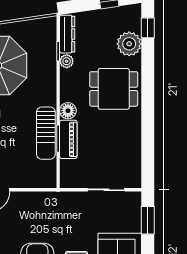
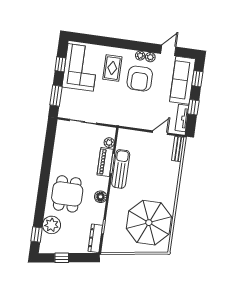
plant: (67, 61) -> (109, 143), moved
dining table: (114, 89) -> (67, 194), turned 90
floor lamp: (68, 111) -> (101, 197), moved

